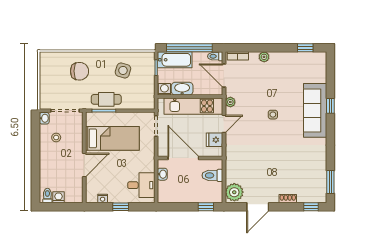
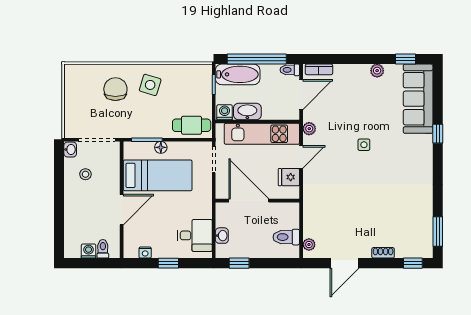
plant: (264, 57) -> (377, 71), moved
side table: (123, 70) -> (150, 85), moved
chair: (79, 71) -> (115, 89), turned -90
door: (224, 76) -> (301, 95), swing flipped
cafe table: (106, 99) -> (192, 125), moved
sofa: (315, 110) -> (418, 99), moved
floor lamp: (115, 117) -> (161, 147), added
washbasin: (162, 174) -> (222, 236), moved
toilet: (212, 175) -> (286, 237), moved
plant: (234, 192) -> (309, 245), width x0.53, depth x0.53
toilet: (47, 196) -> (103, 249), moved
window: (206, 207) -> (239, 263), moved

